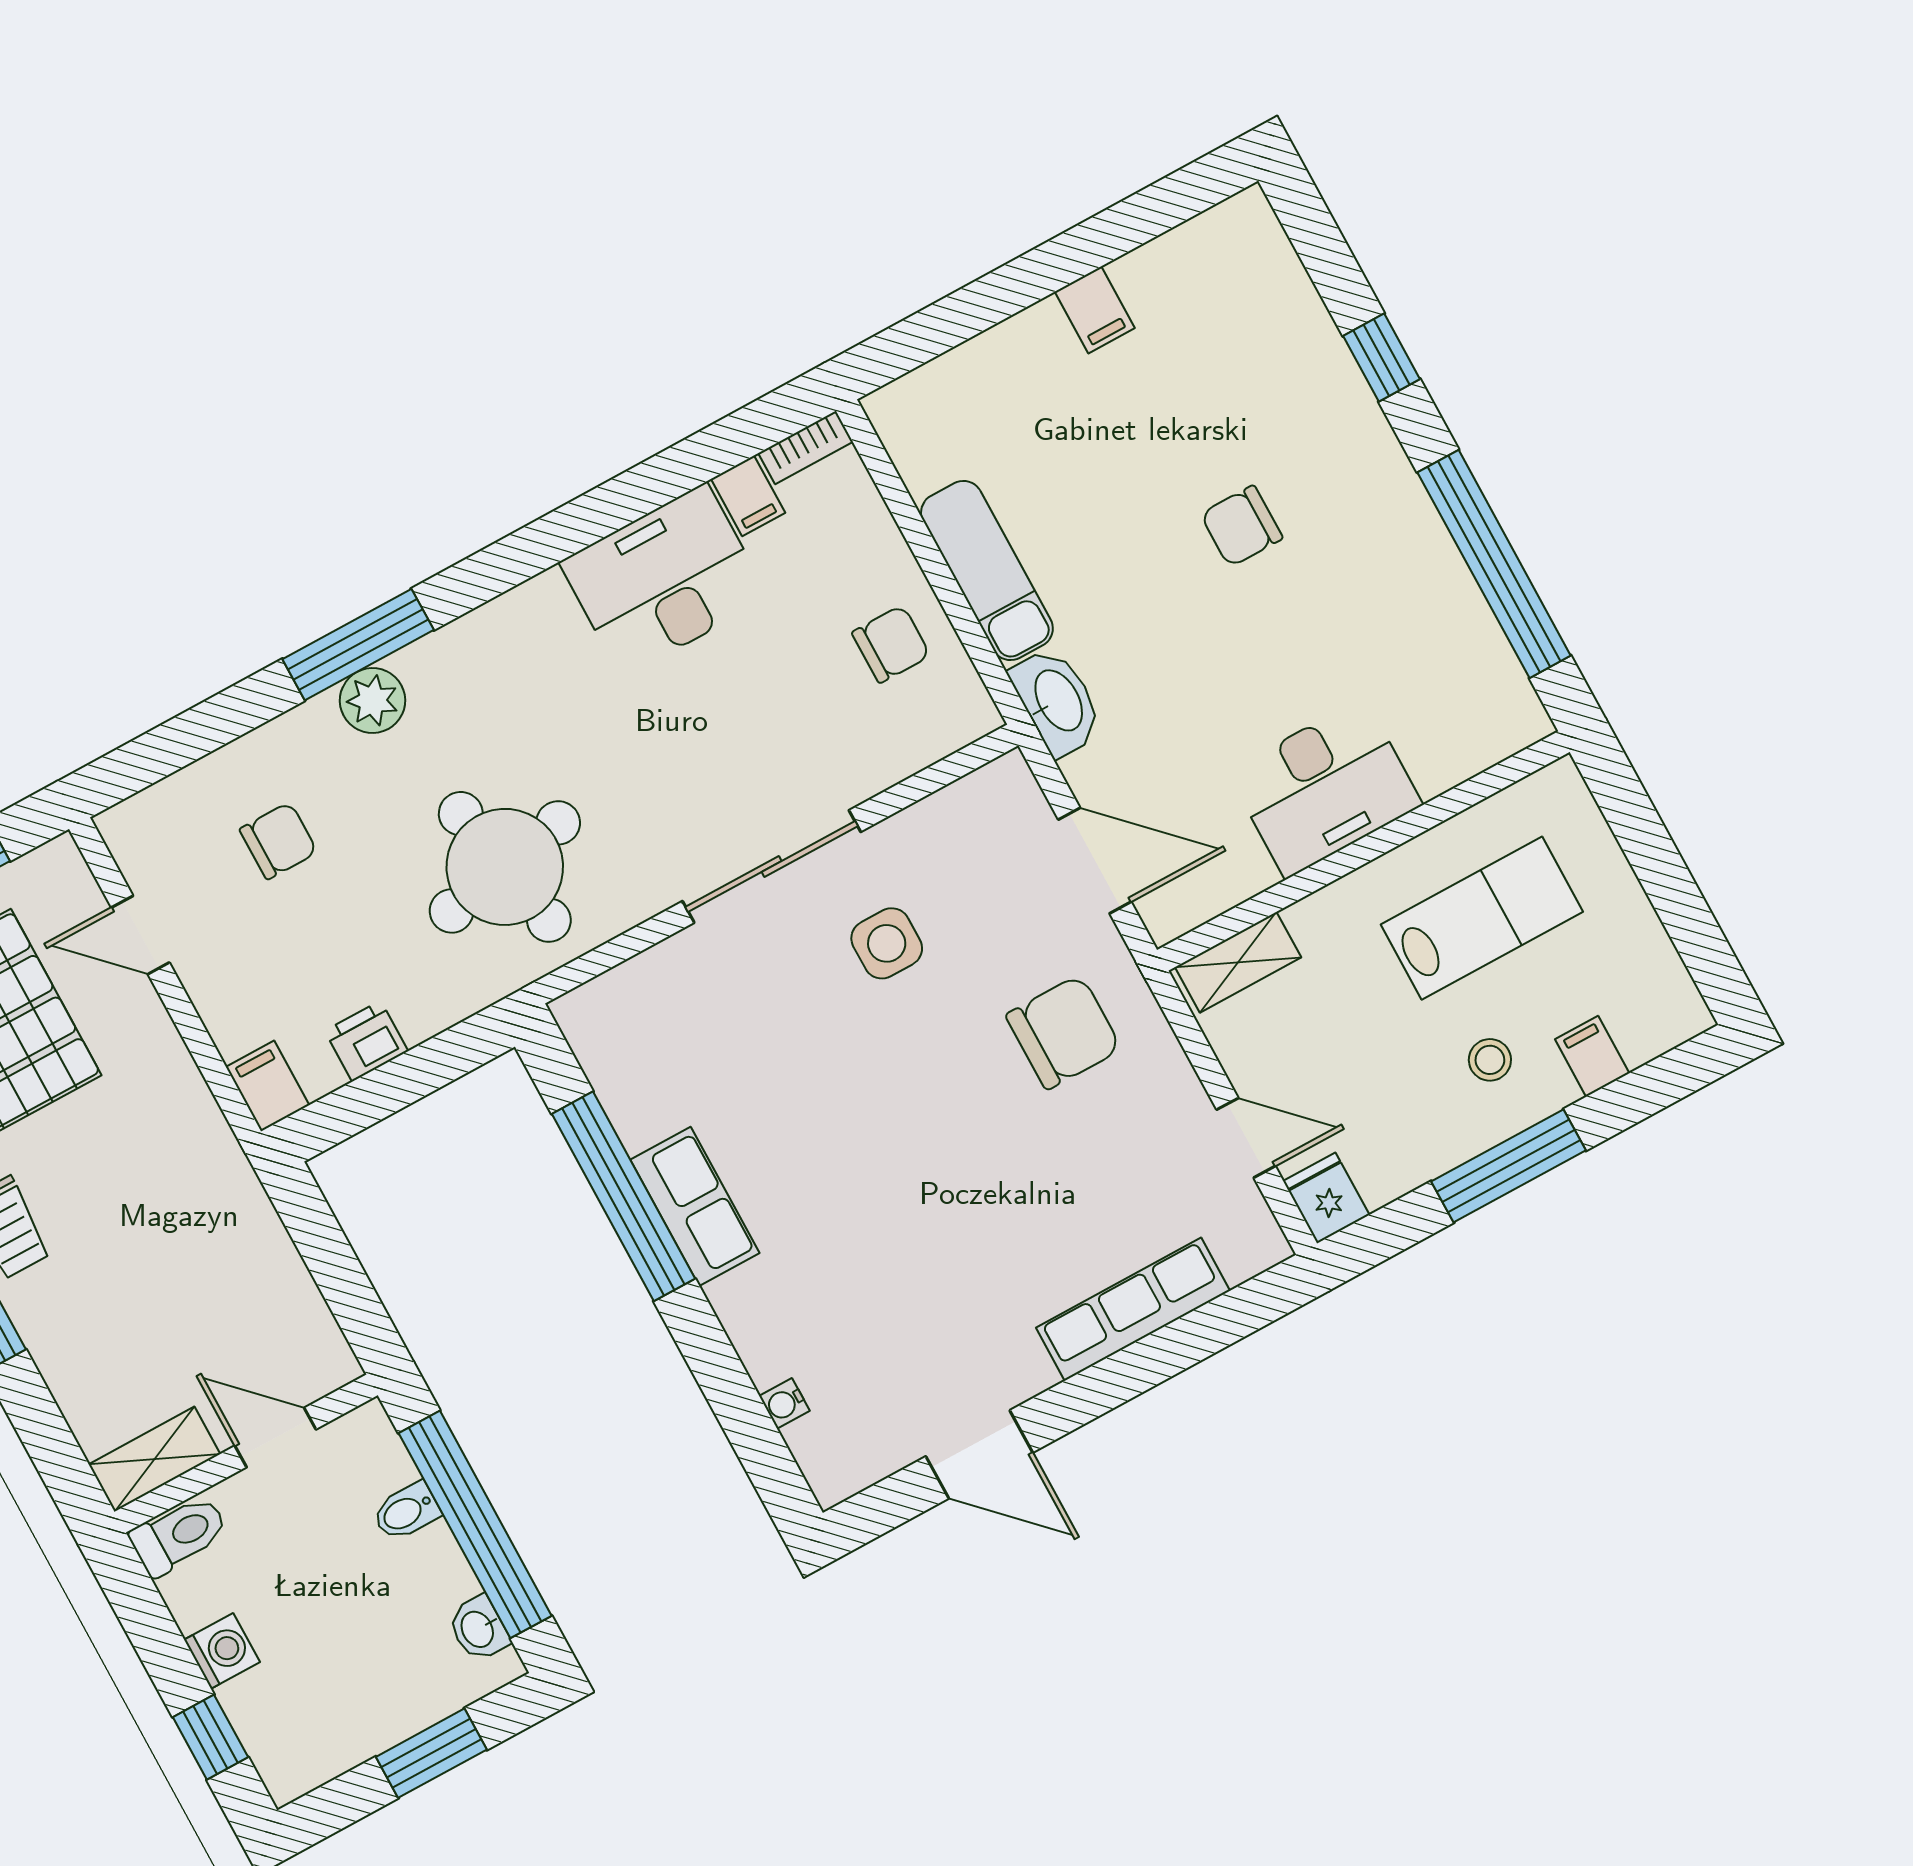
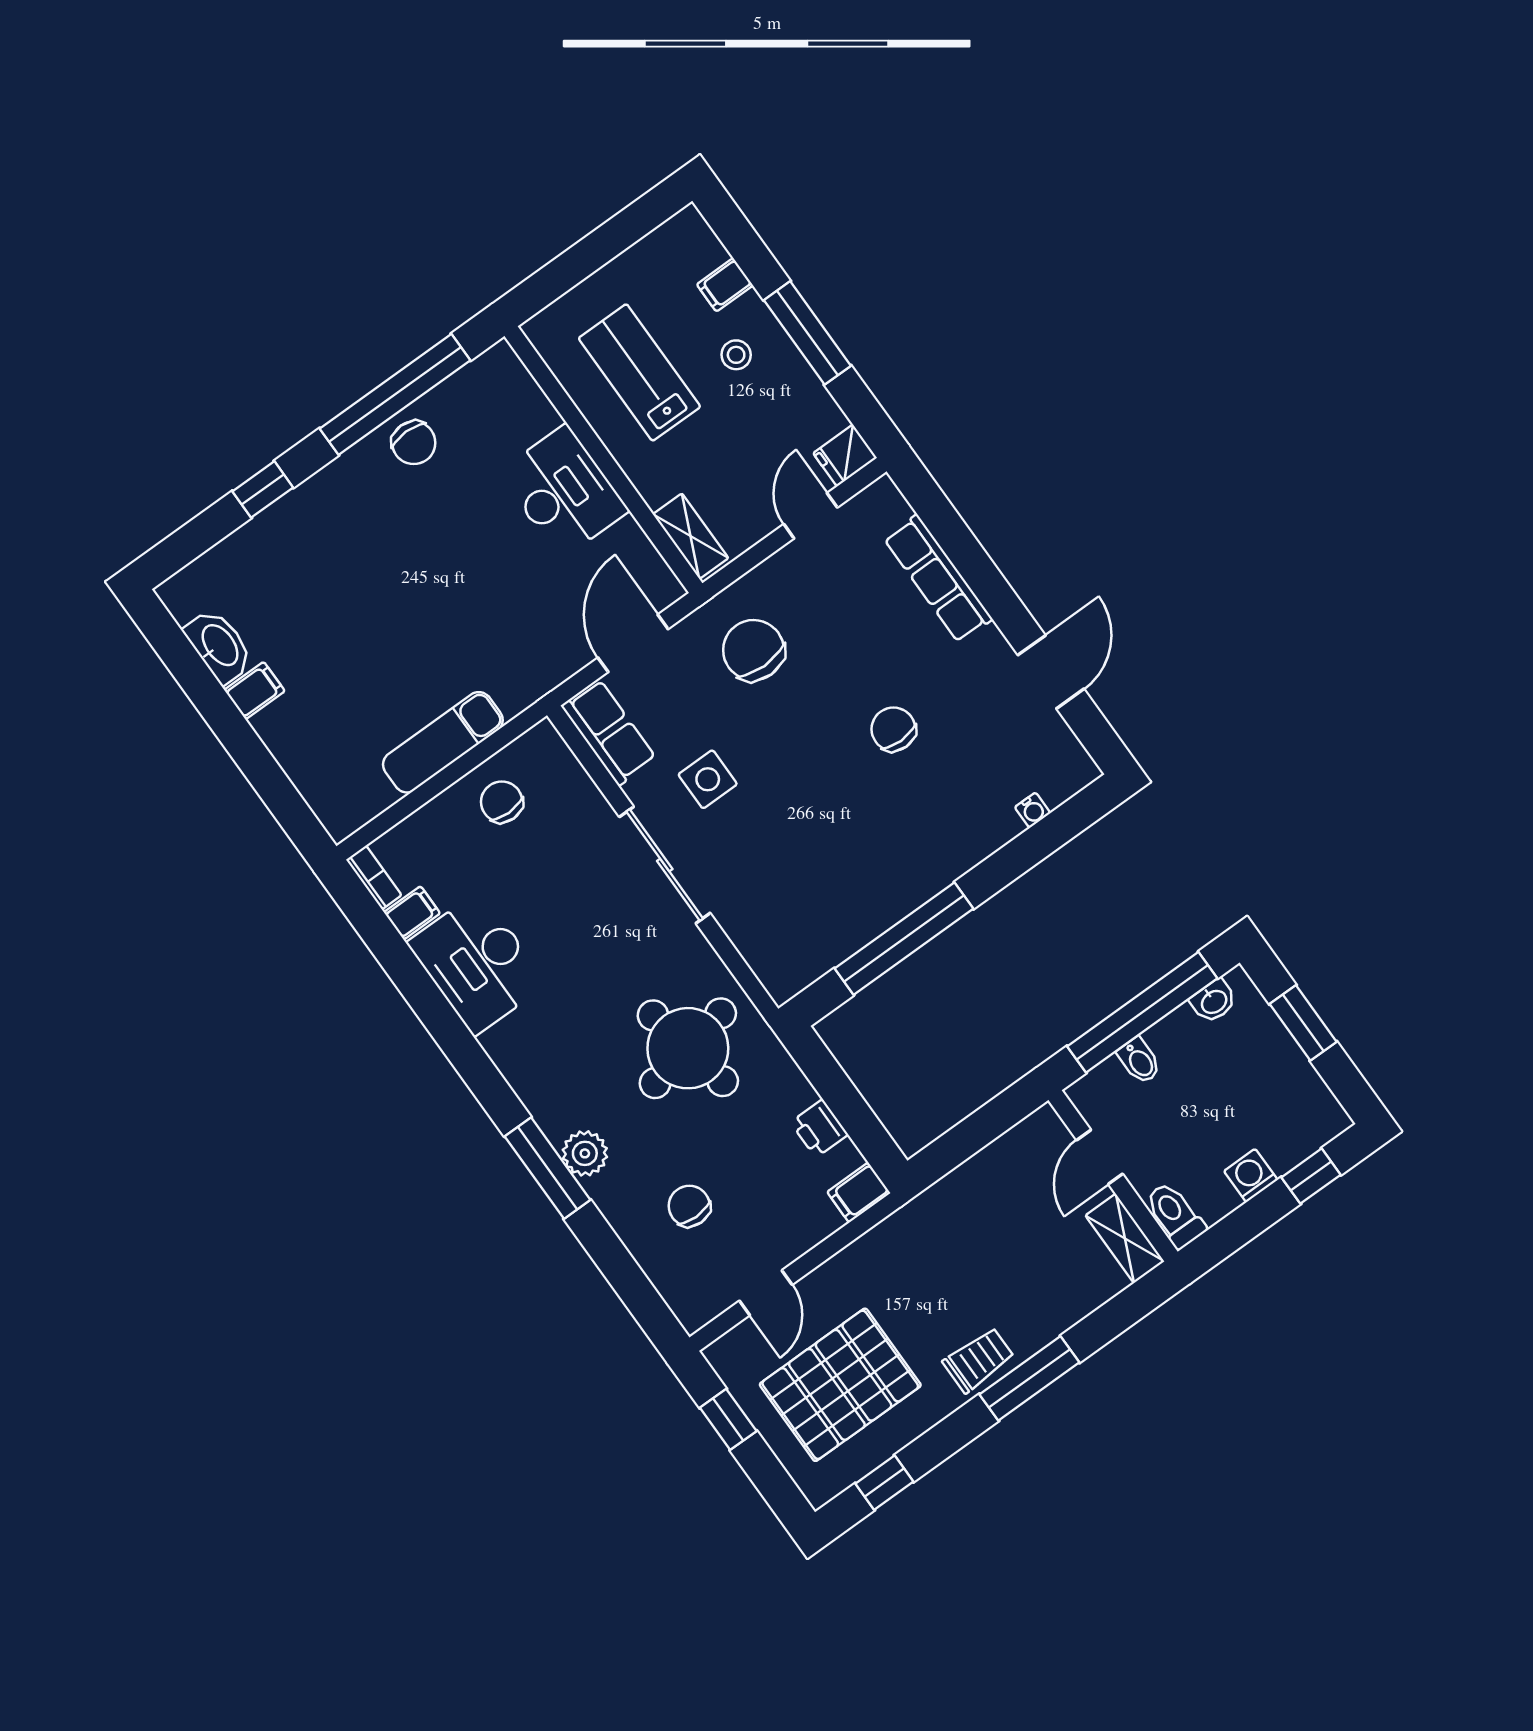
chair: (1242, 526) -> (414, 443), moved
washbasin: (1057, 701) -> (219, 646), moved, turned 90
row of seats: (695, 1206) -> (609, 732), moved, turned 90
chair: (925, 1218) -> (893, 729), added

